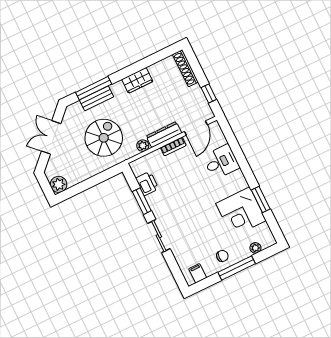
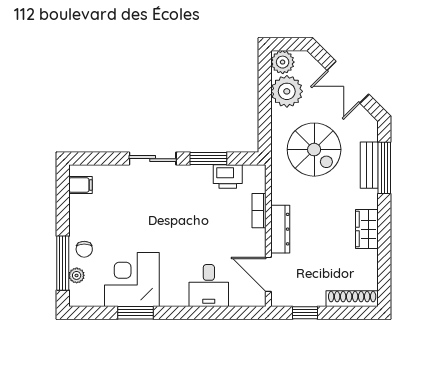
double door: (51, 137) -> (348, 82), swing flipped
plant: (143, 146) -> (287, 91), moved, width x1.88, depth x1.88
bookcase: (173, 146) -> (259, 211), moved
chair: (222, 256) -> (84, 249), moved
window: (237, 268) -> (63, 263), moved

